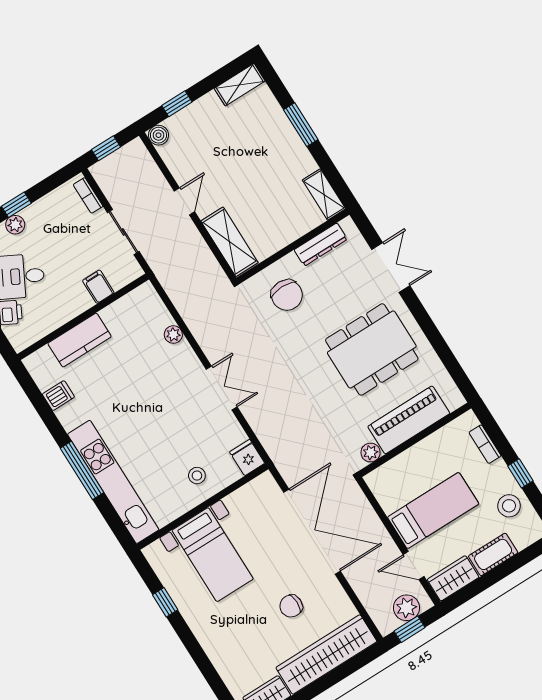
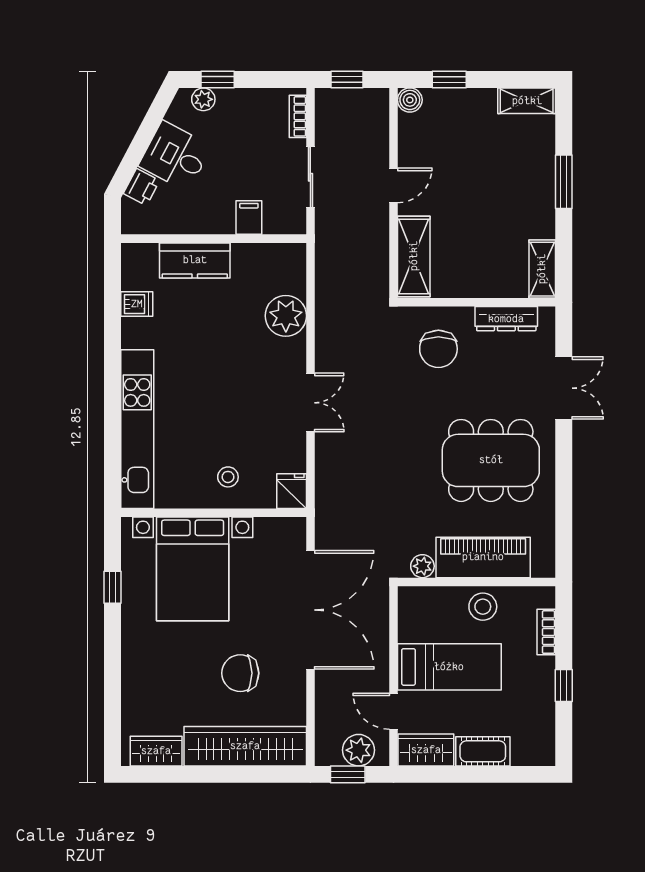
plant: (173, 335) -> (286, 316), width x1.88, depth x1.88
window: (82, 470) -> (112, 397), removed
stool: (509, 506) -> (483, 607), moved
bed with nightstands: (213, 555) -> (193, 569), width x1.36
chair: (291, 606) -> (240, 673), width x1.37, depth x1.37

